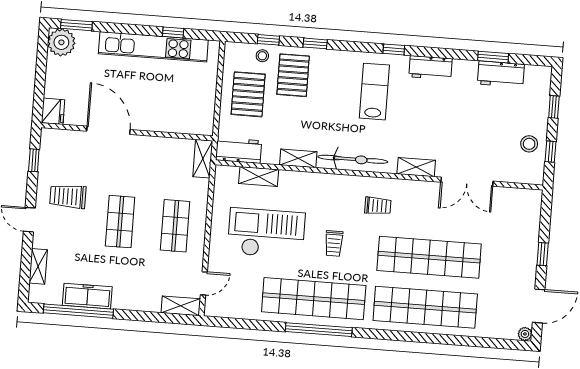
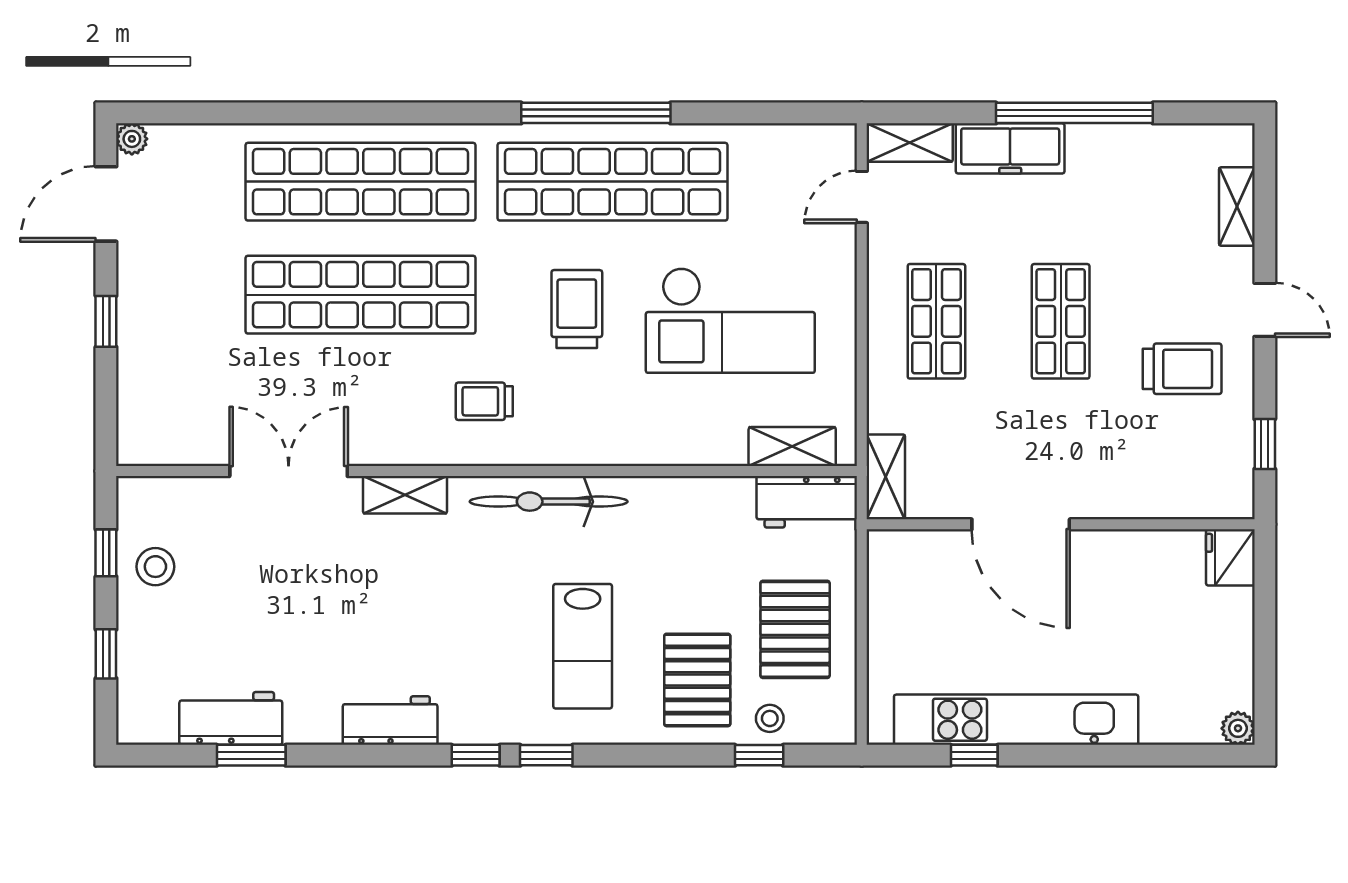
window: (76, 25) -> (1193, 755), removed
plant: (61, 42) -> (1238, 728), width x0.53, depth x0.53
window: (315, 43) -> (546, 755), moved
lab bench: (374, 92) -> (583, 646), moved
door: (108, 130) -> (1021, 524), moved
shelving: (298, 158) -> (671, 494), removed
shelving: (259, 176) -> (792, 447), moved
trolley: (334, 244) -> (577, 309), width x1.36, depth x1.39
freezer: (87, 296) -> (1010, 148), moved
window: (78, 311) -> (1074, 113), moved

